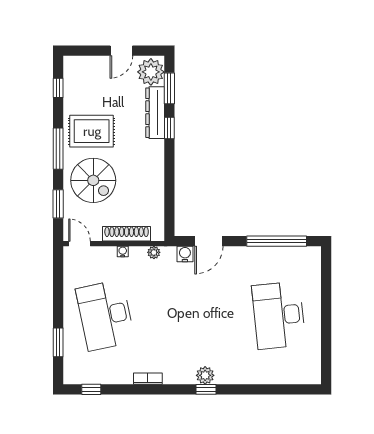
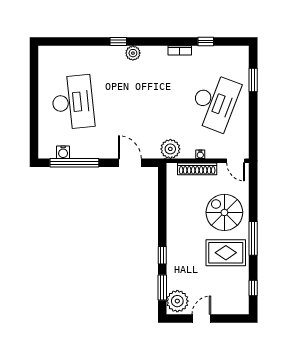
dresser: (155, 113) -> (174, 268), removed
window: (58, 204) -> (253, 193), removed
door: (209, 241) -> (130, 163), hinge flipped
plant: (154, 252) -> (170, 149), width x1.88, depth x1.88
water cooler: (185, 254) -> (63, 152), moved
desk: (105, 315) -> (214, 102), turned 33
window: (91, 389) -> (206, 42), moved
window: (206, 389) -> (118, 42), moved

